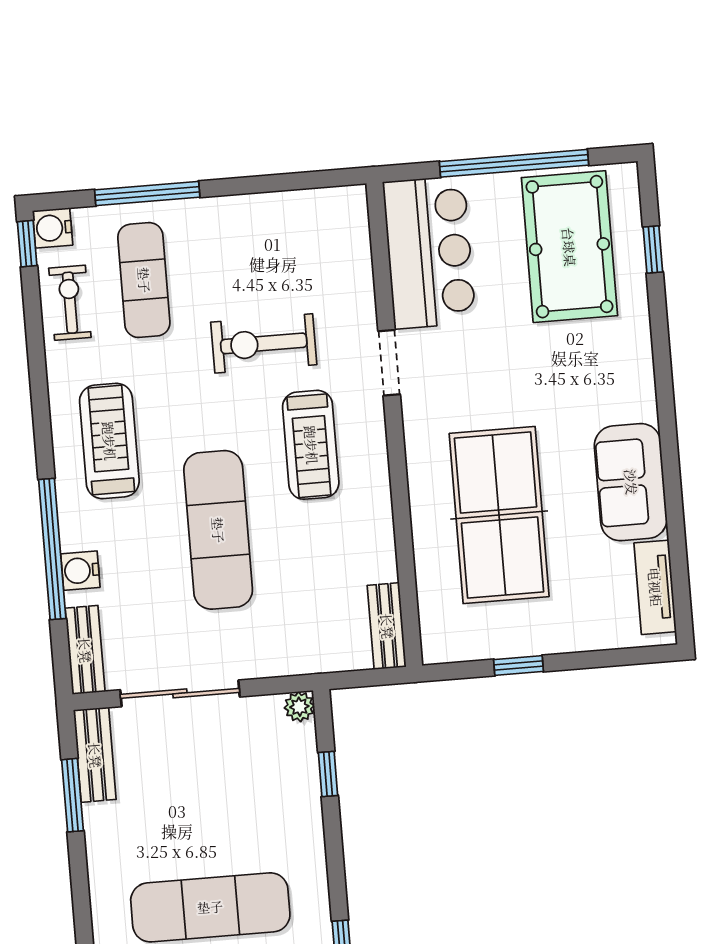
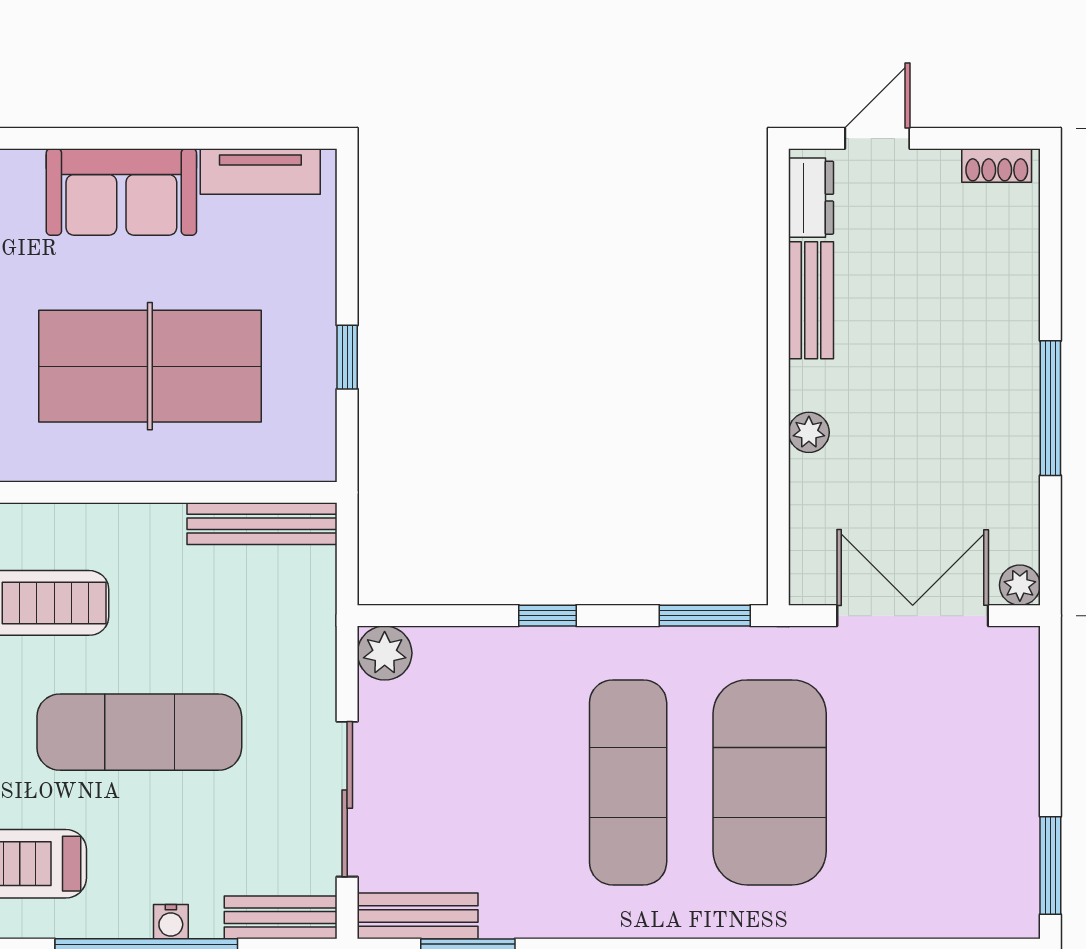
water cooler: (80, 571) -> (171, 922), width x0.72, depth x0.72
bench: (387, 626) -> (262, 524), width x1.36
plant: (299, 707) -> (385, 653), width x1.38, depth x1.38
window: (328, 774) -> (547, 616), moved

